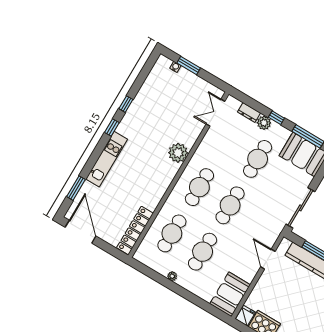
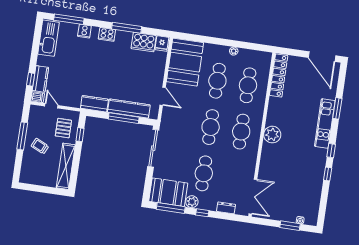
double door: (215, 113) -> (253, 197), width x1.37
plant: (264, 123) -> (192, 202), moved
plant: (178, 153) -> (272, 135), moved
window: (76, 188) -> (337, 108), moved
booth: (230, 294) -> (185, 62), width x1.36, depth x1.42

